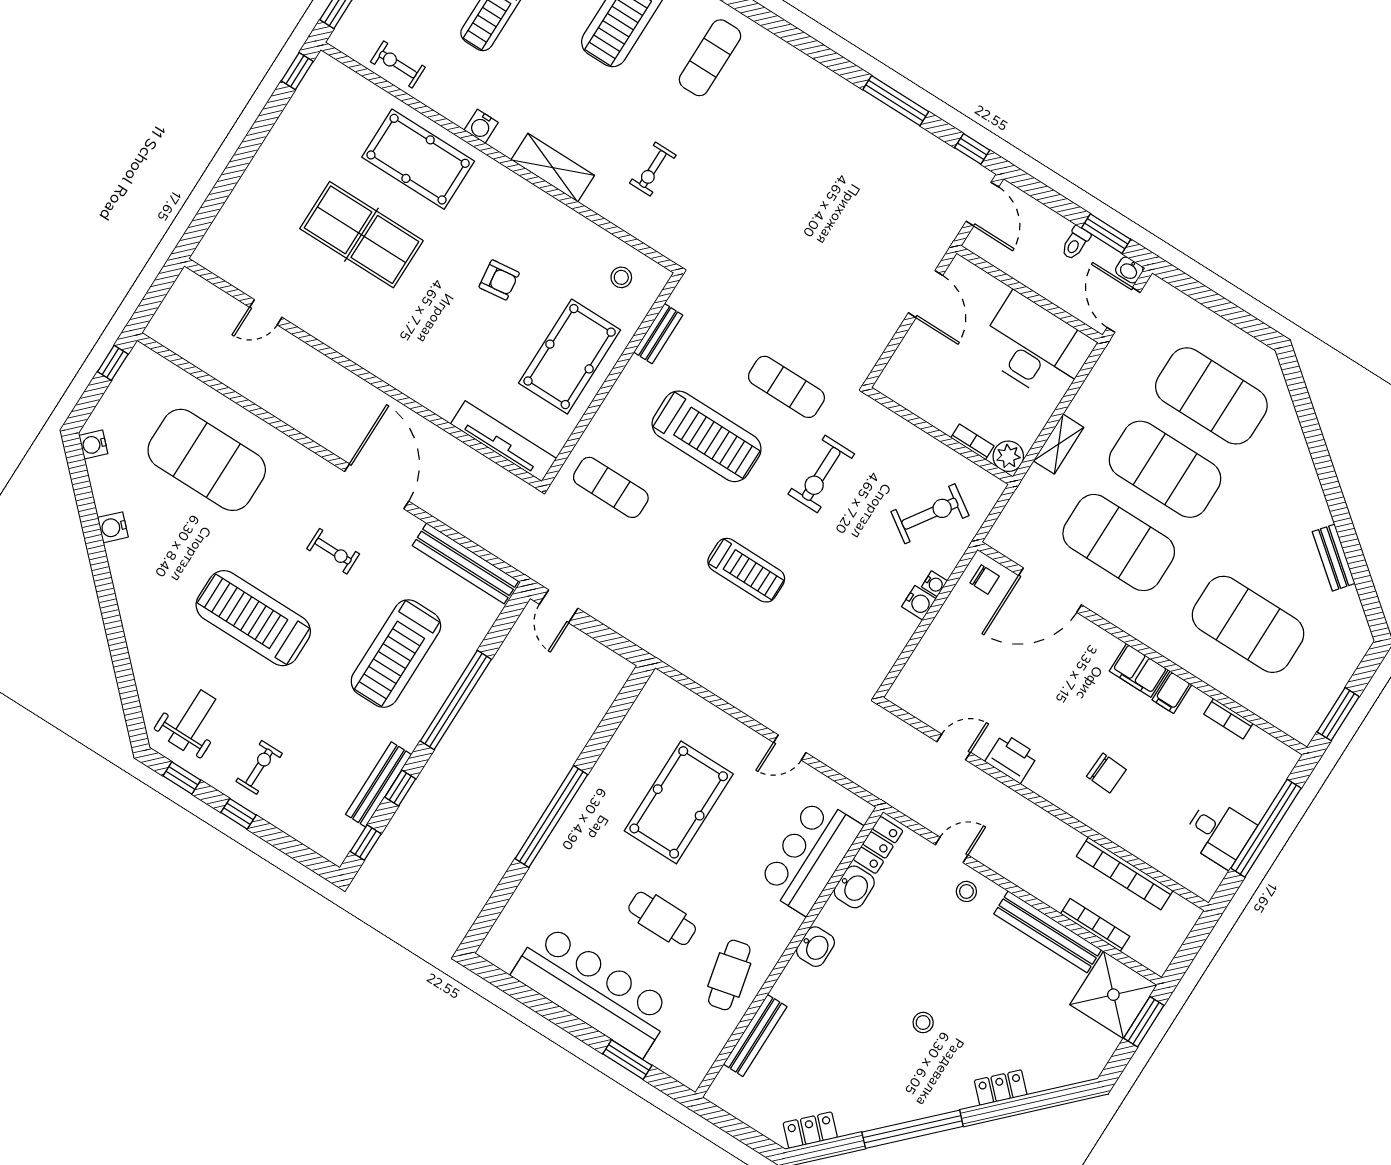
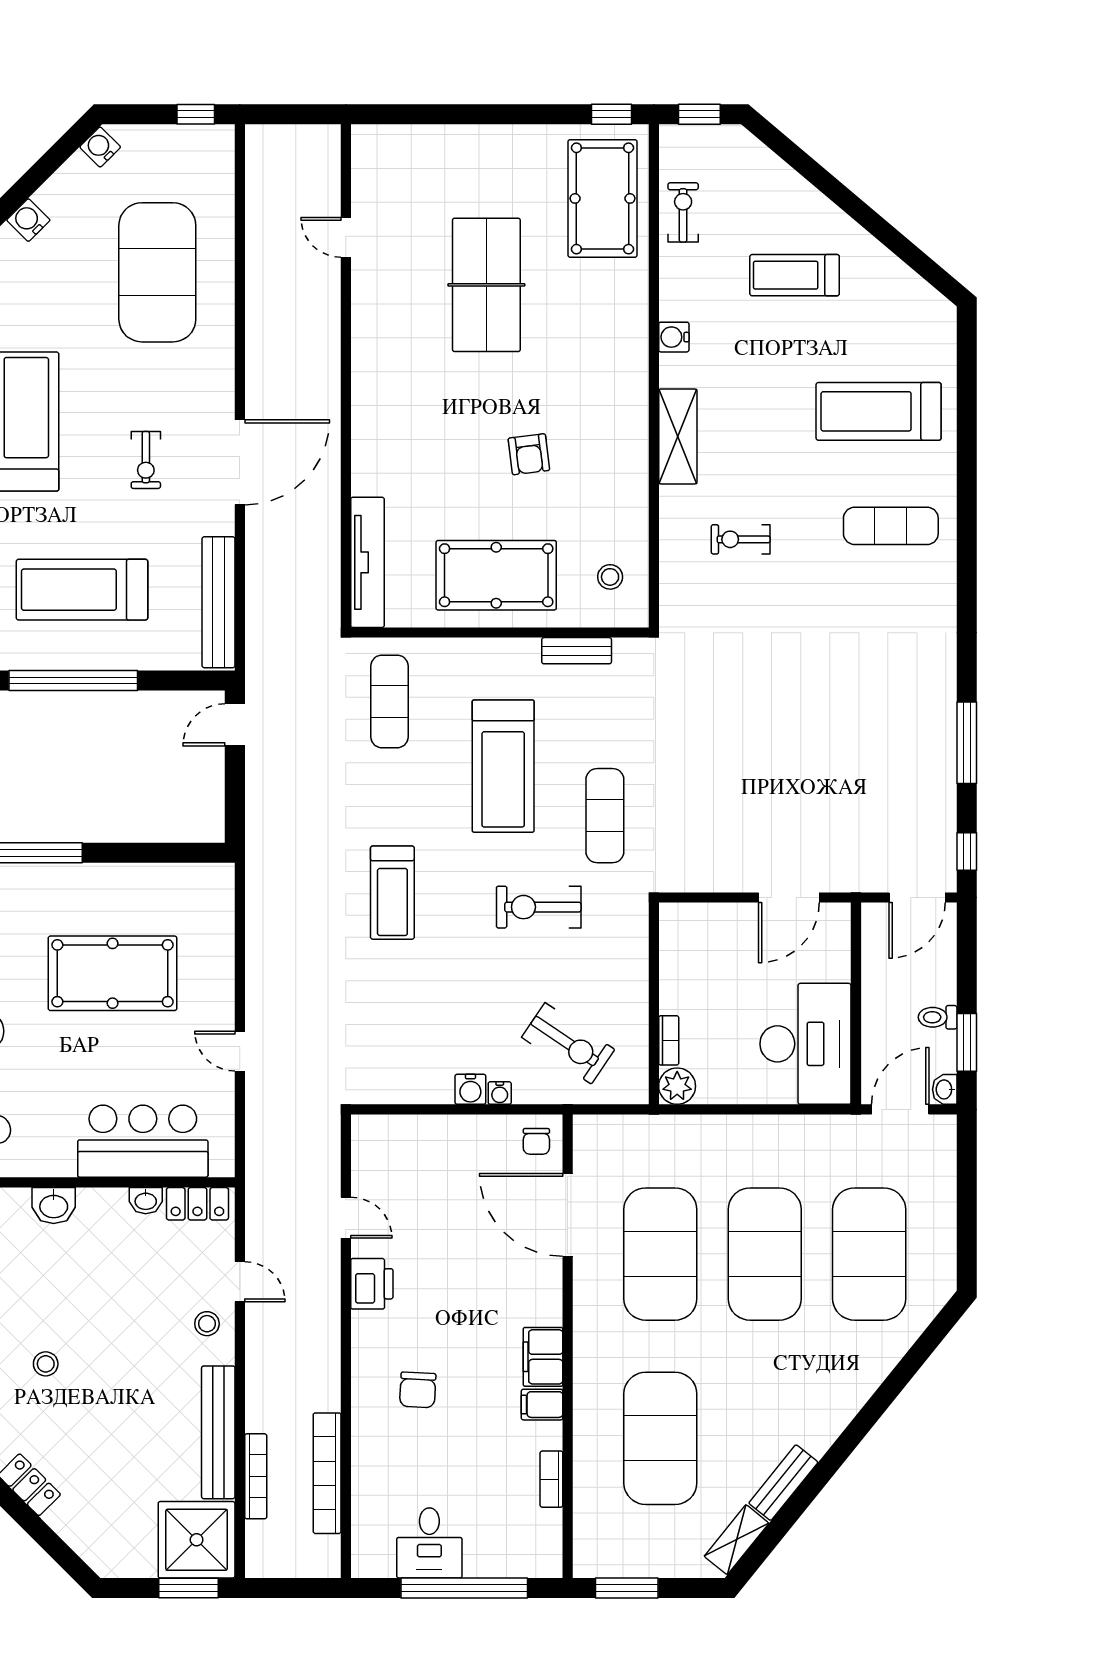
pool table: (418, 159) -> (602, 198), moved
shelving: (1059, 444) -> (737, 1540), moved, turned -51
washbasin: (854, 887) -> (146, 1201), width x0.72, depth x0.69

